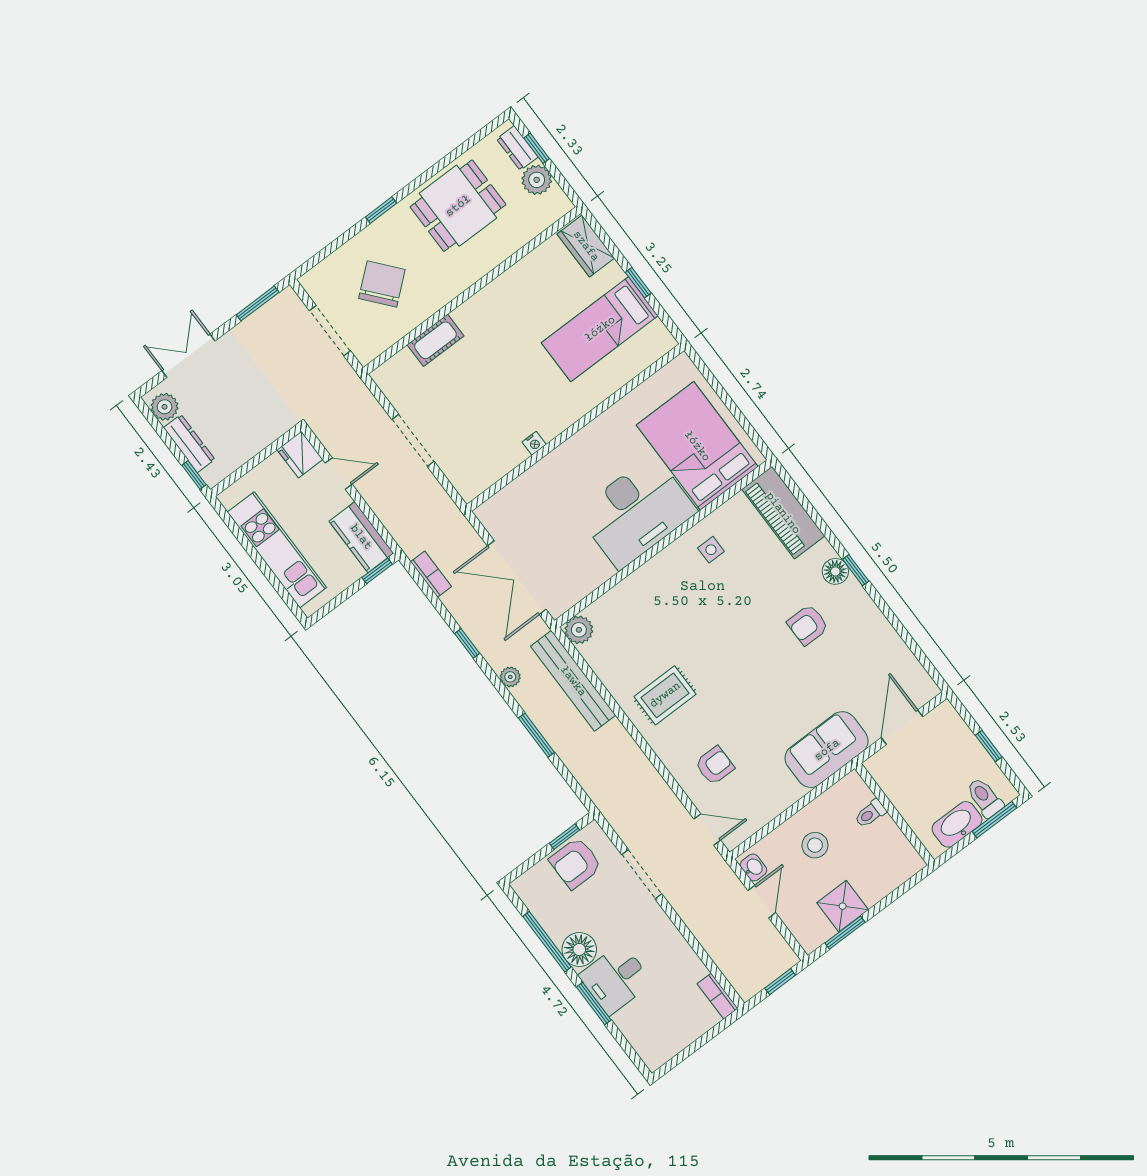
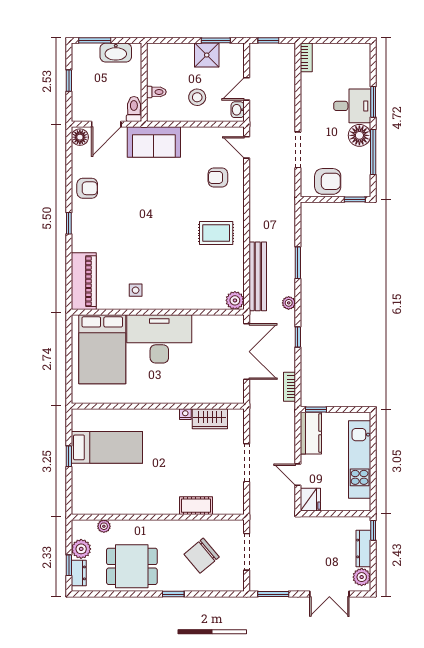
plant: (530, 229) -> (104, 526), added
wardrobe: (586, 246) -> (210, 419), moved, turned 90
floor lamp: (835, 571) -> (80, 137), moved
armchair: (808, 625) -> (87, 188), moved
toilet: (985, 798) -> (134, 109), moved, turned 180
window: (565, 837) -> (355, 199), moved

